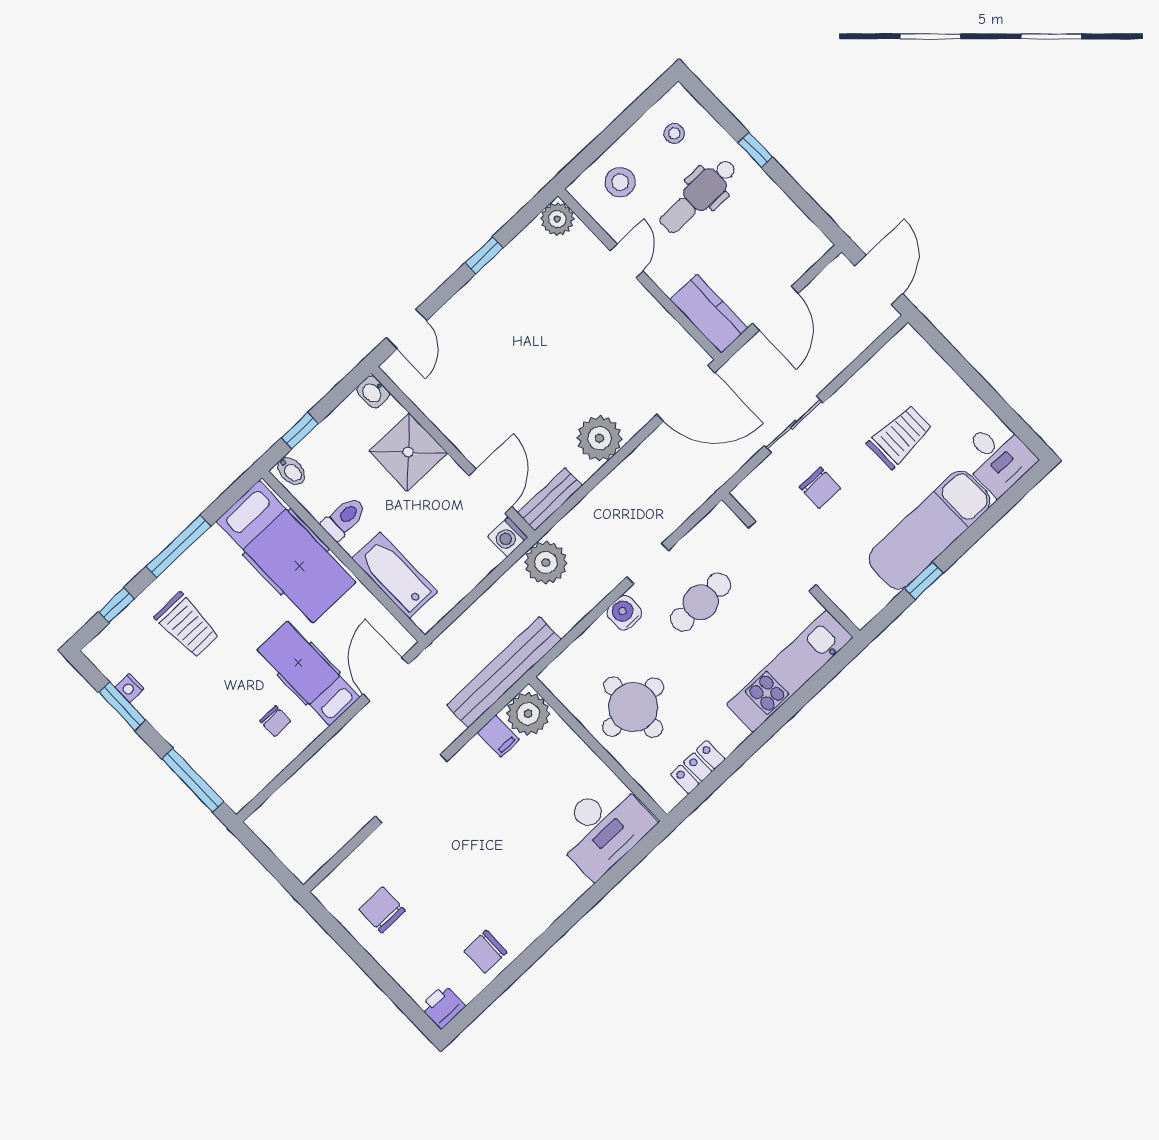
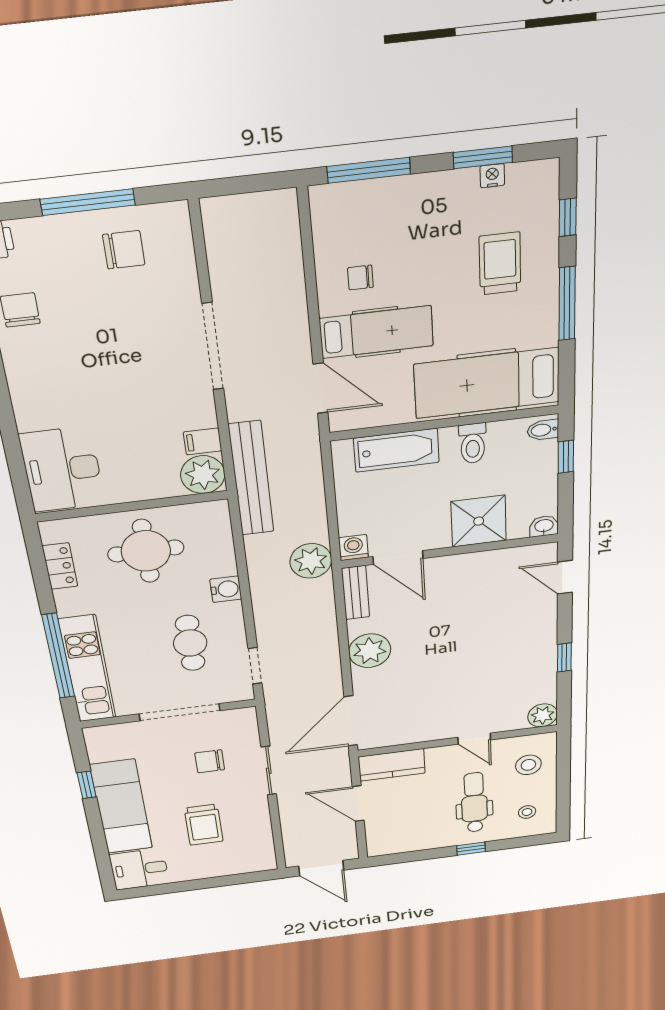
doorway: (648, 564) -> (255, 666), moved
trolley: (187, 625) -> (500, 264), turned 90
window: (793, 705) -> (58, 656), added
window: (365, 961) -> (88, 202), added

